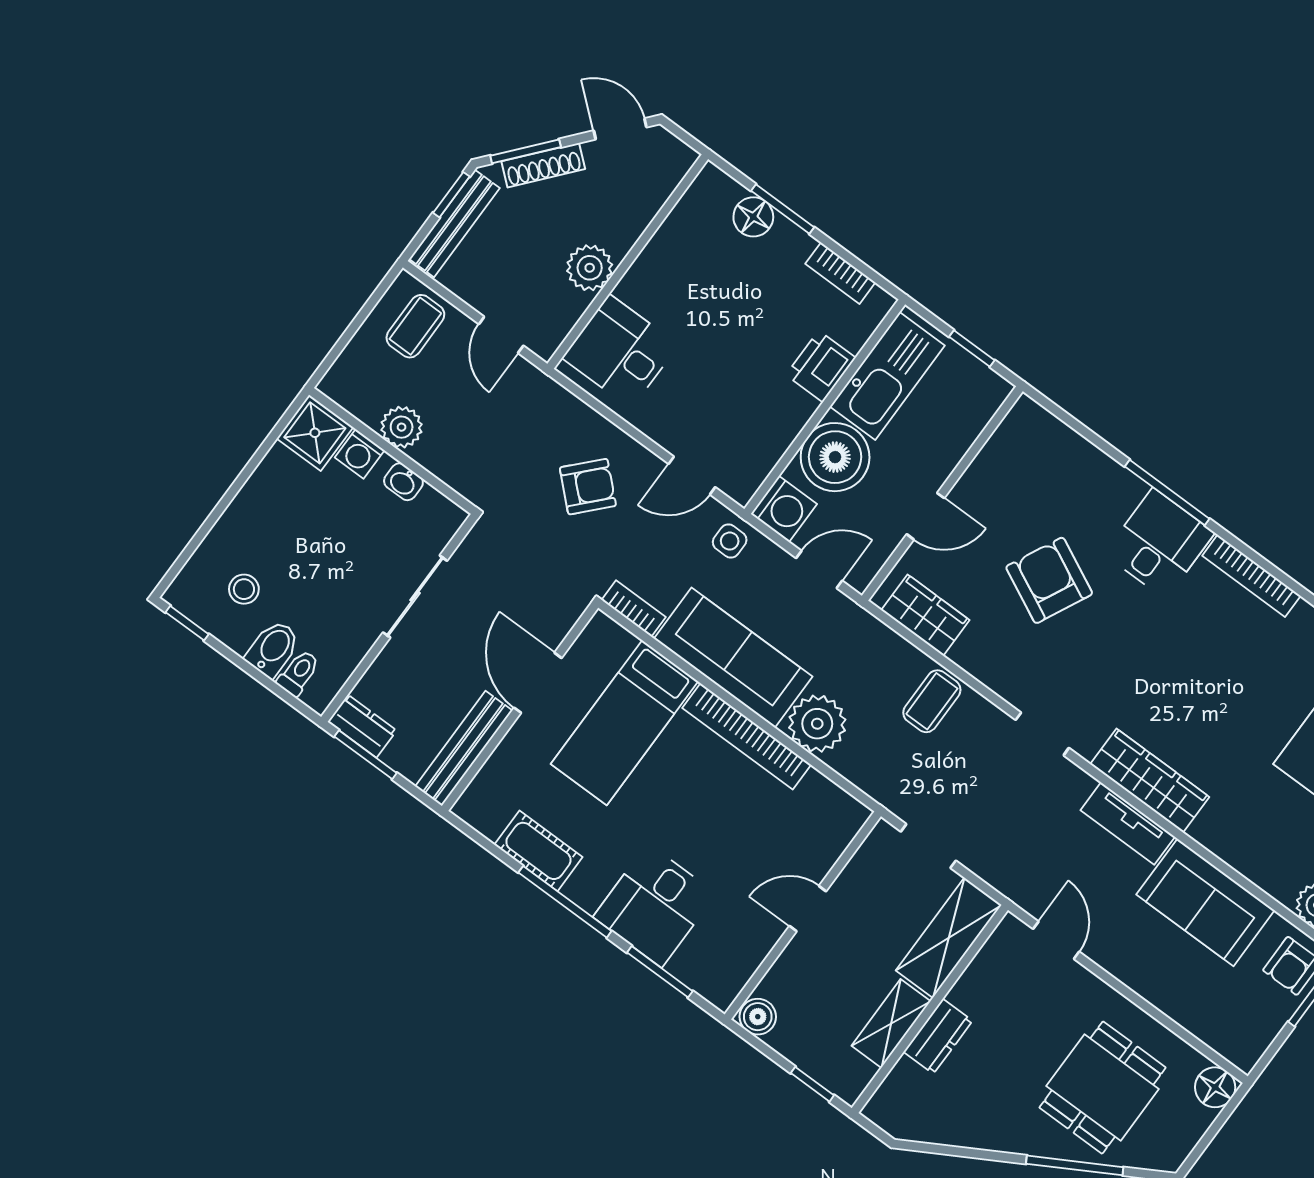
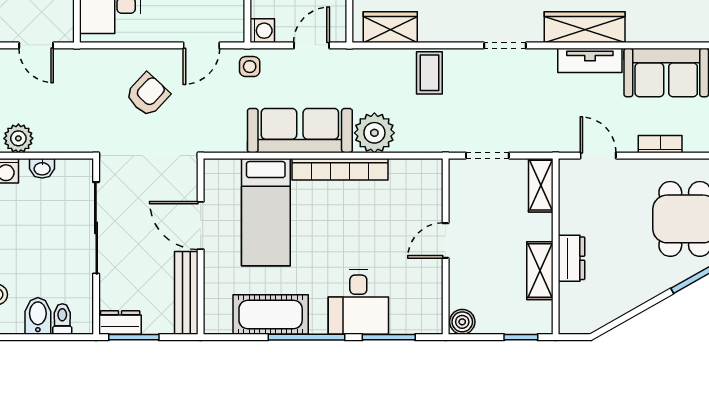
washing machine: (784, 509) -> (262, 31), width x0.73, depth x0.73
sliding door: (415, 597) -> (96, 228), width x1.37
bookcase: (634, 608) -> (660, 144), moved
cot: (538, 851) -> (271, 314), width x1.37, depth x1.34
shelving: (949, 938) -> (541, 185), width x0.67, depth x0.75

